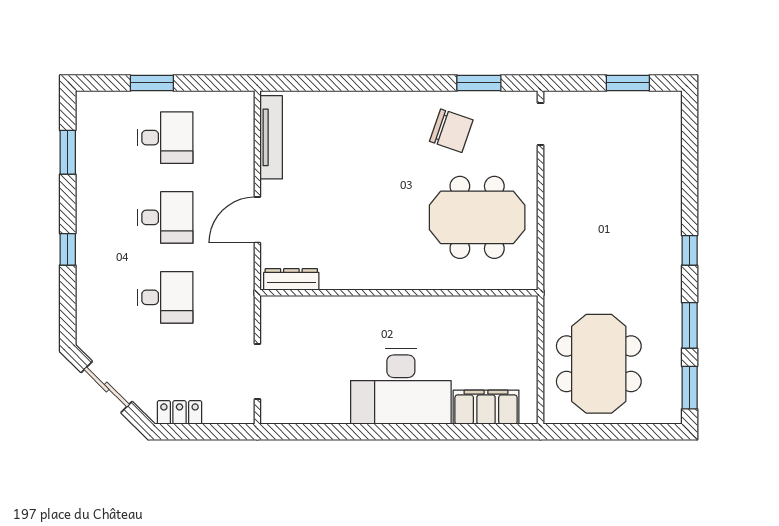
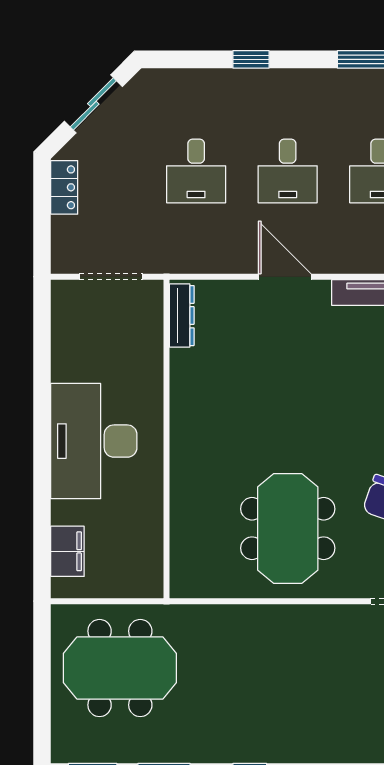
dresser: (291, 279) -> (182, 316), moved
wall: (399, 293) -> (167, 439), moved
filing cabinet: (486, 407) -> (67, 551), width x0.67, depth x0.86

